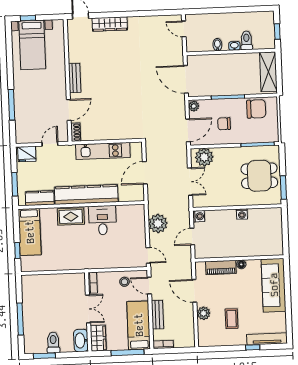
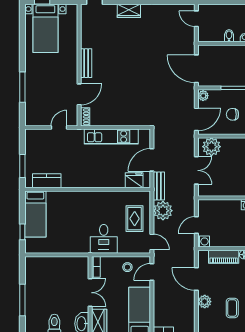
wardrobe: (110, 24) -> (129, 11), width x0.67
fridge: (27, 154) -> (134, 180), moved, turned 180
kitchen counter: (86, 194) -> (93, 179), removed
washing machine: (199, 216) -> (204, 241), moved
rug: (71, 217) -> (135, 219), moved, turned 90
desk: (102, 220) -> (104, 239), moved, turned 180
door: (149, 286) -> (152, 272), hinge flipped
bench: (157, 315) -> (159, 186), moved

